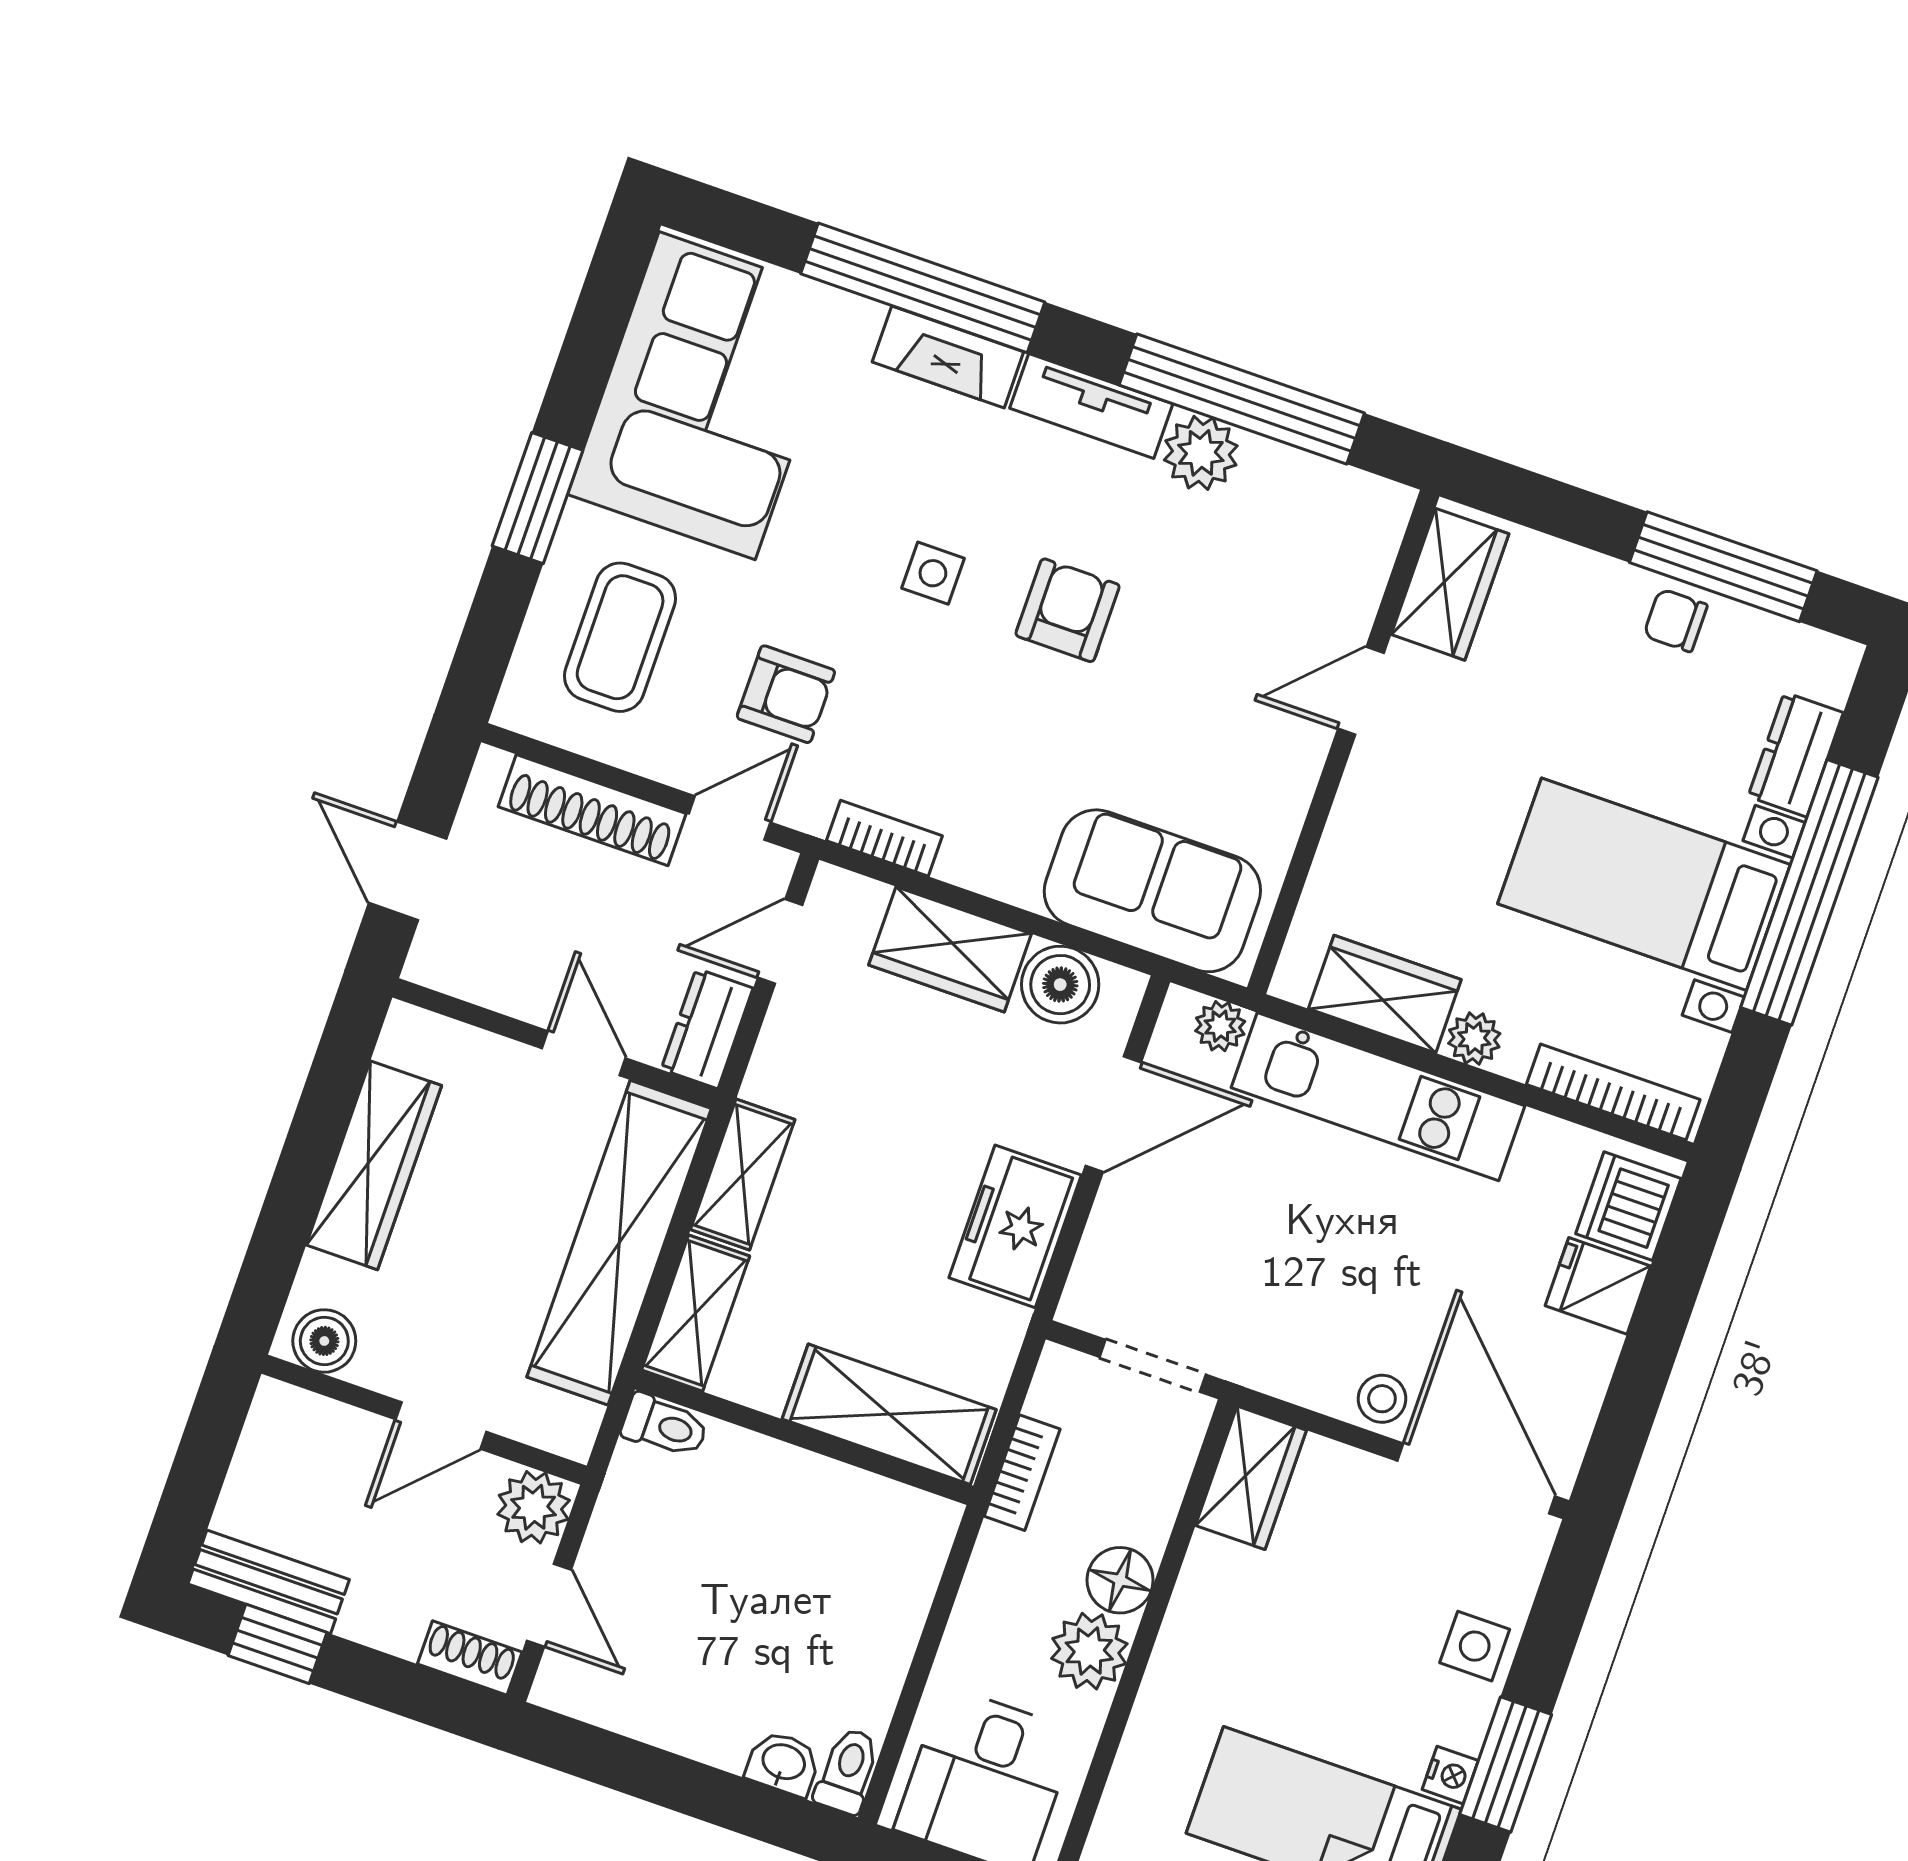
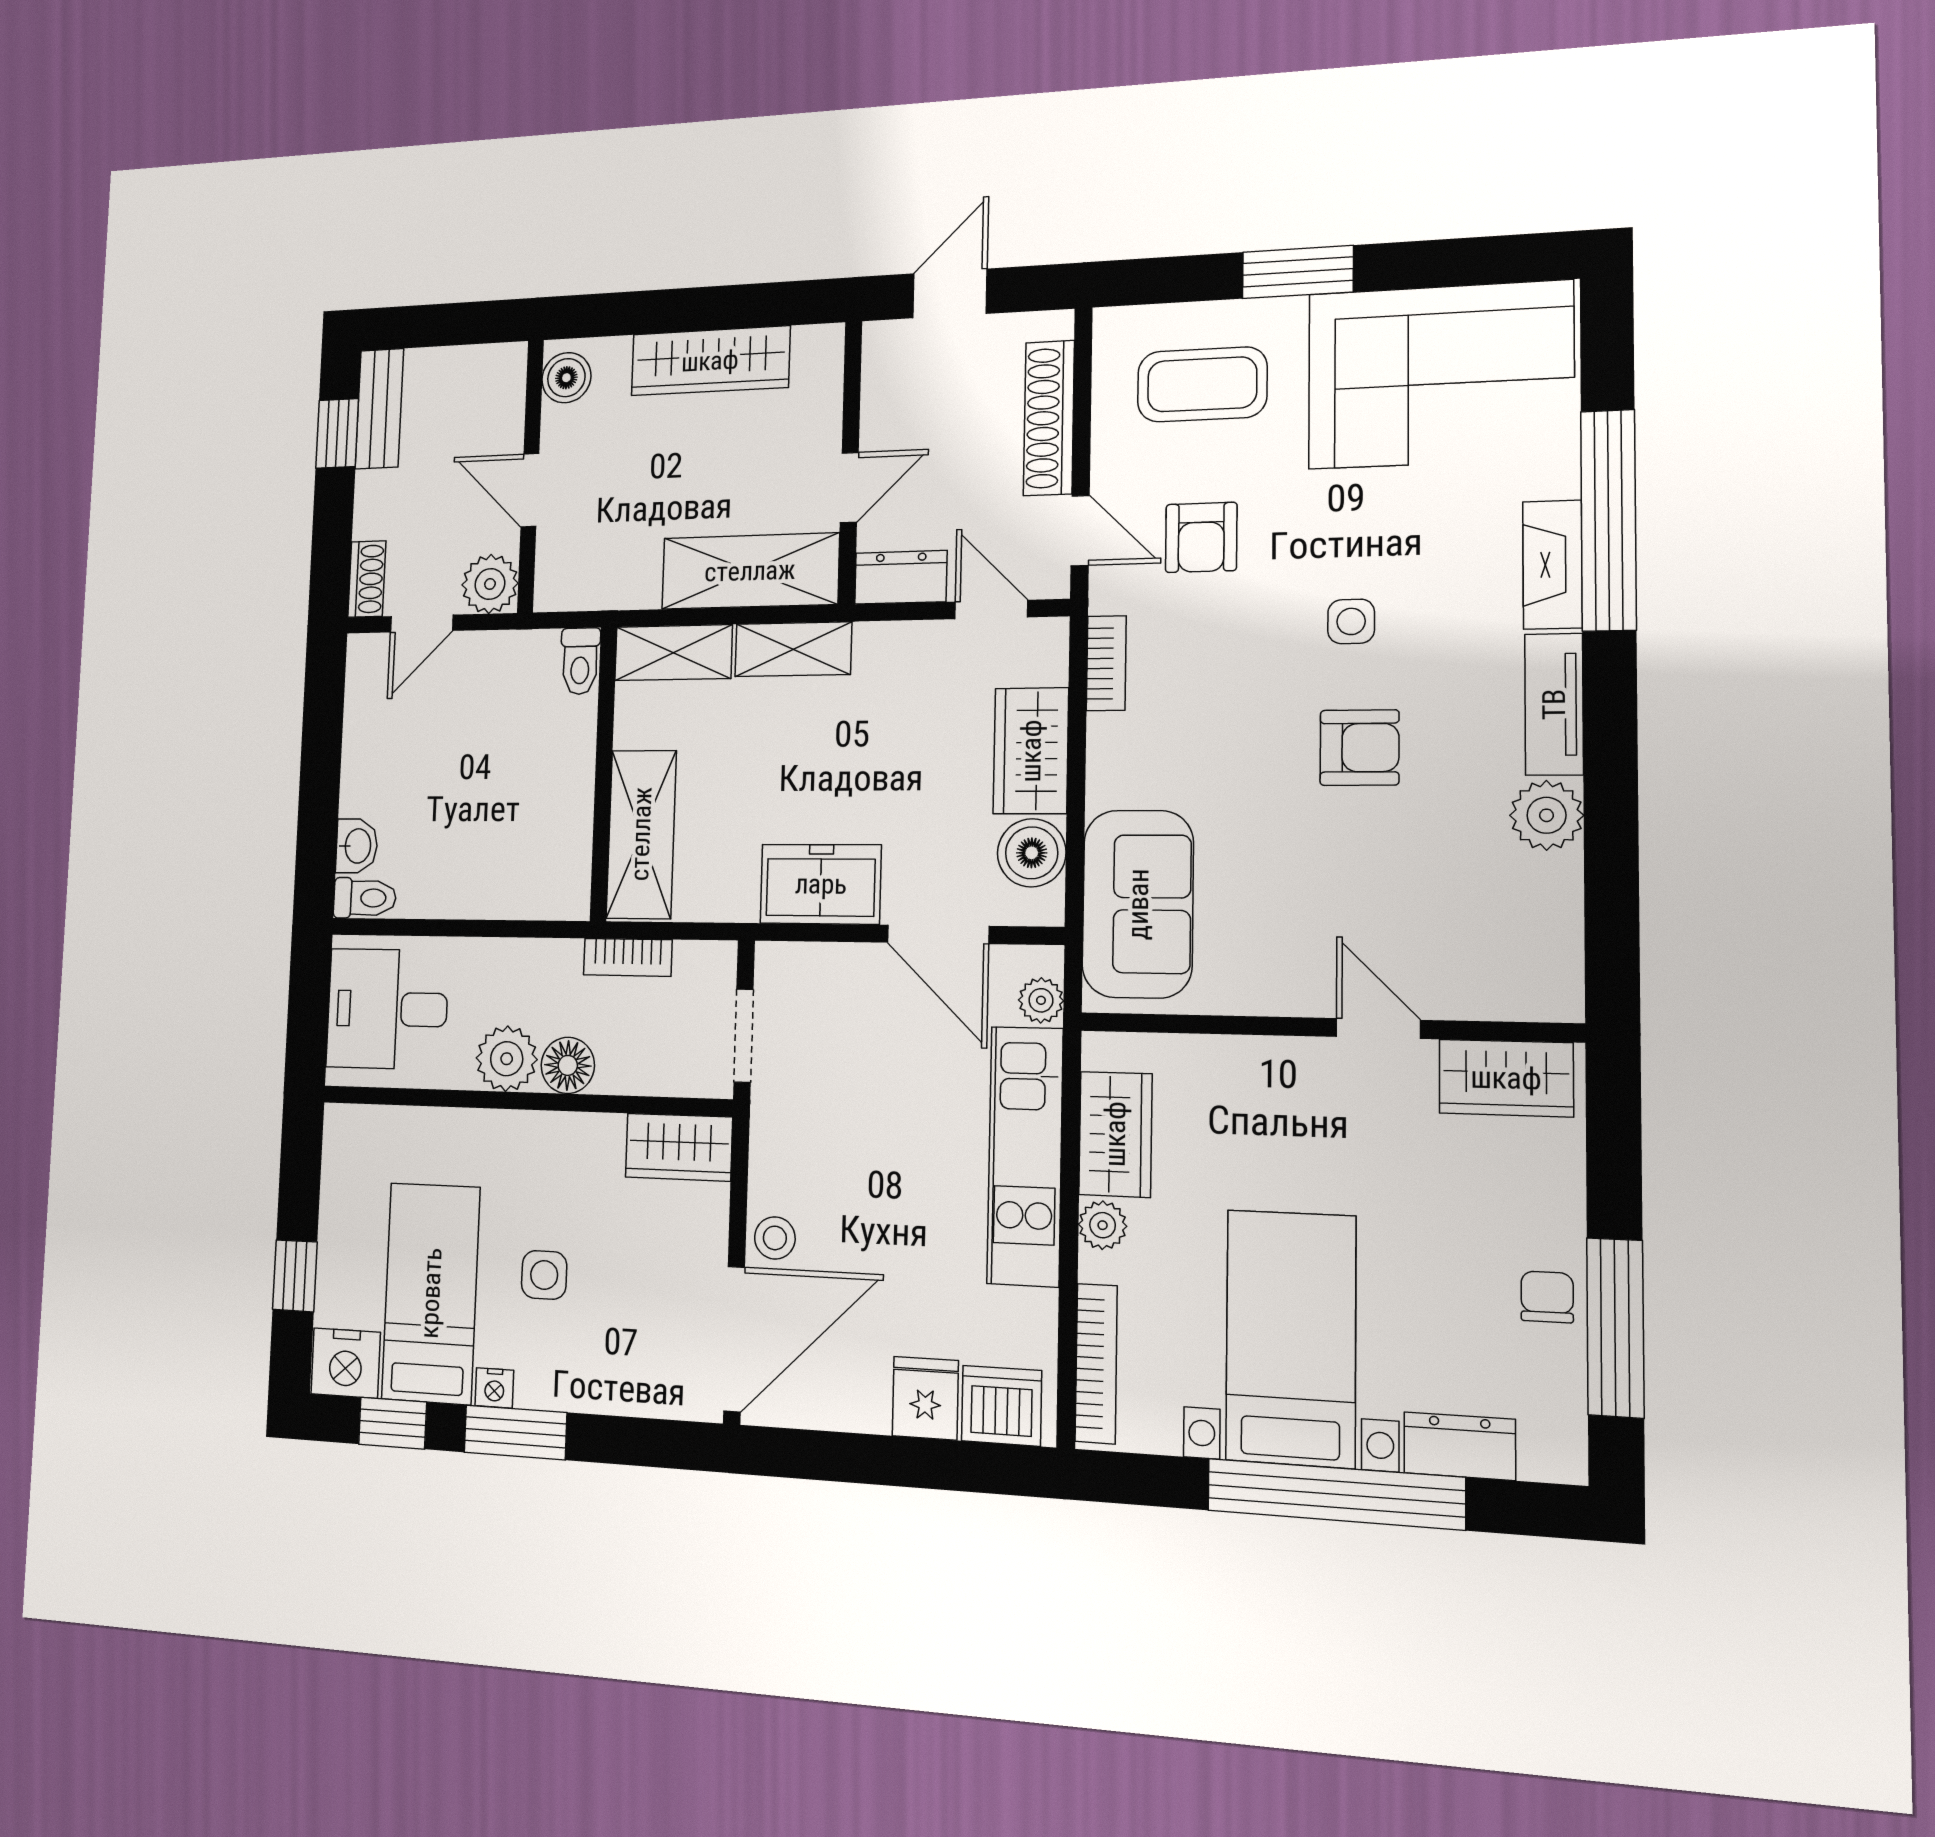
window: (1242, 399) -> (1611, 835), removed
shelving: (619, 1243) -> (750, 571), width x0.68
side table: (1475, 1646) -> (544, 1275), moved

